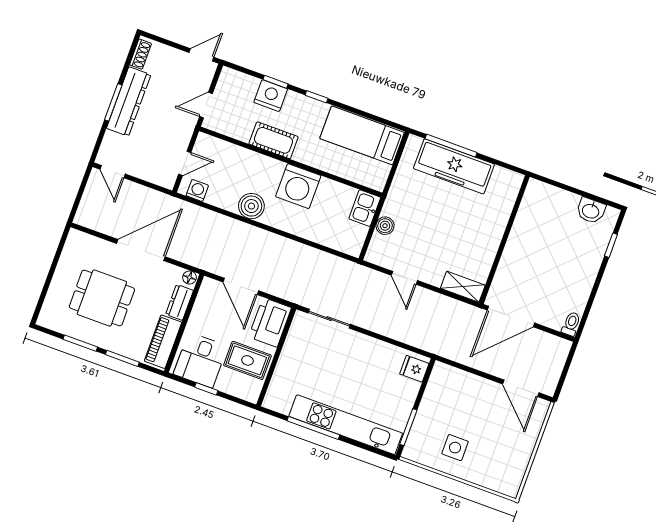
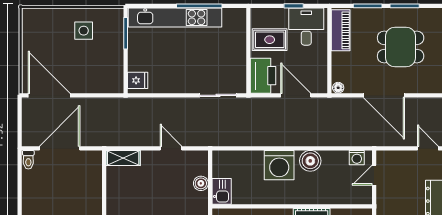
washing machine: (298, 186) -> (279, 165), moved, turned 180
door: (141, 250) -> (384, 95), hinge flipped
dresser: (179, 302) -> (339, 66), removed
door: (511, 317) -> (60, 148), moved
door: (521, 388) -> (49, 95), width x1.36

